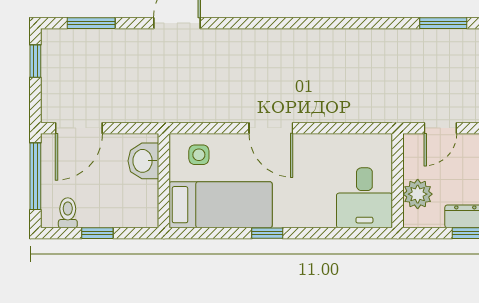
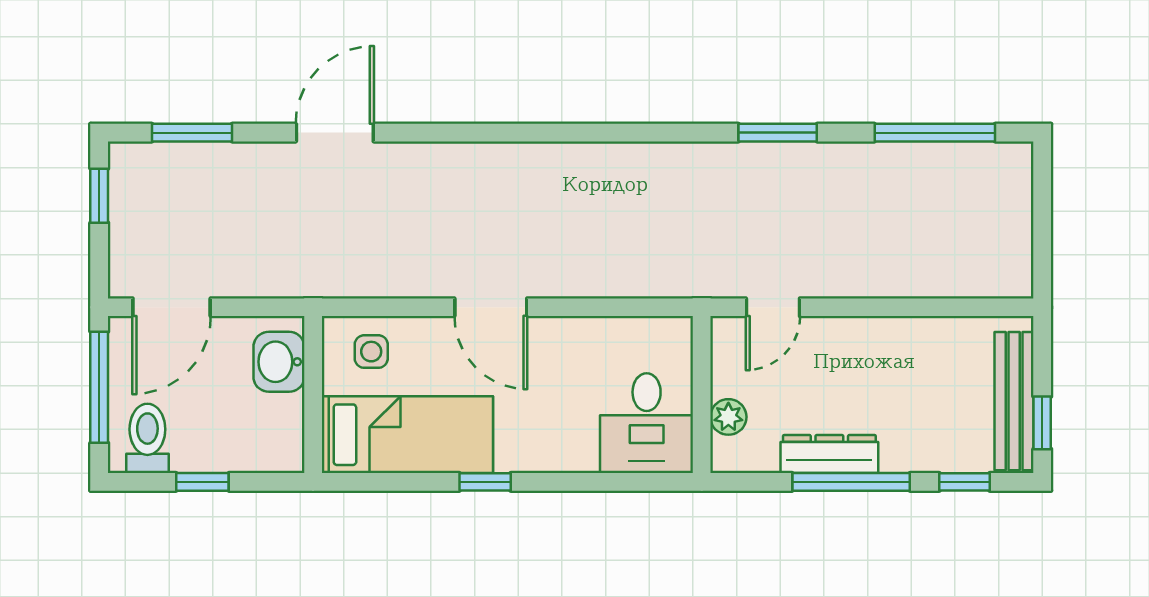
plant: (418, 194) -> (728, 417), width x0.73, depth x0.73
toilet: (68, 213) -> (147, 438), width x1.37, depth x1.39

